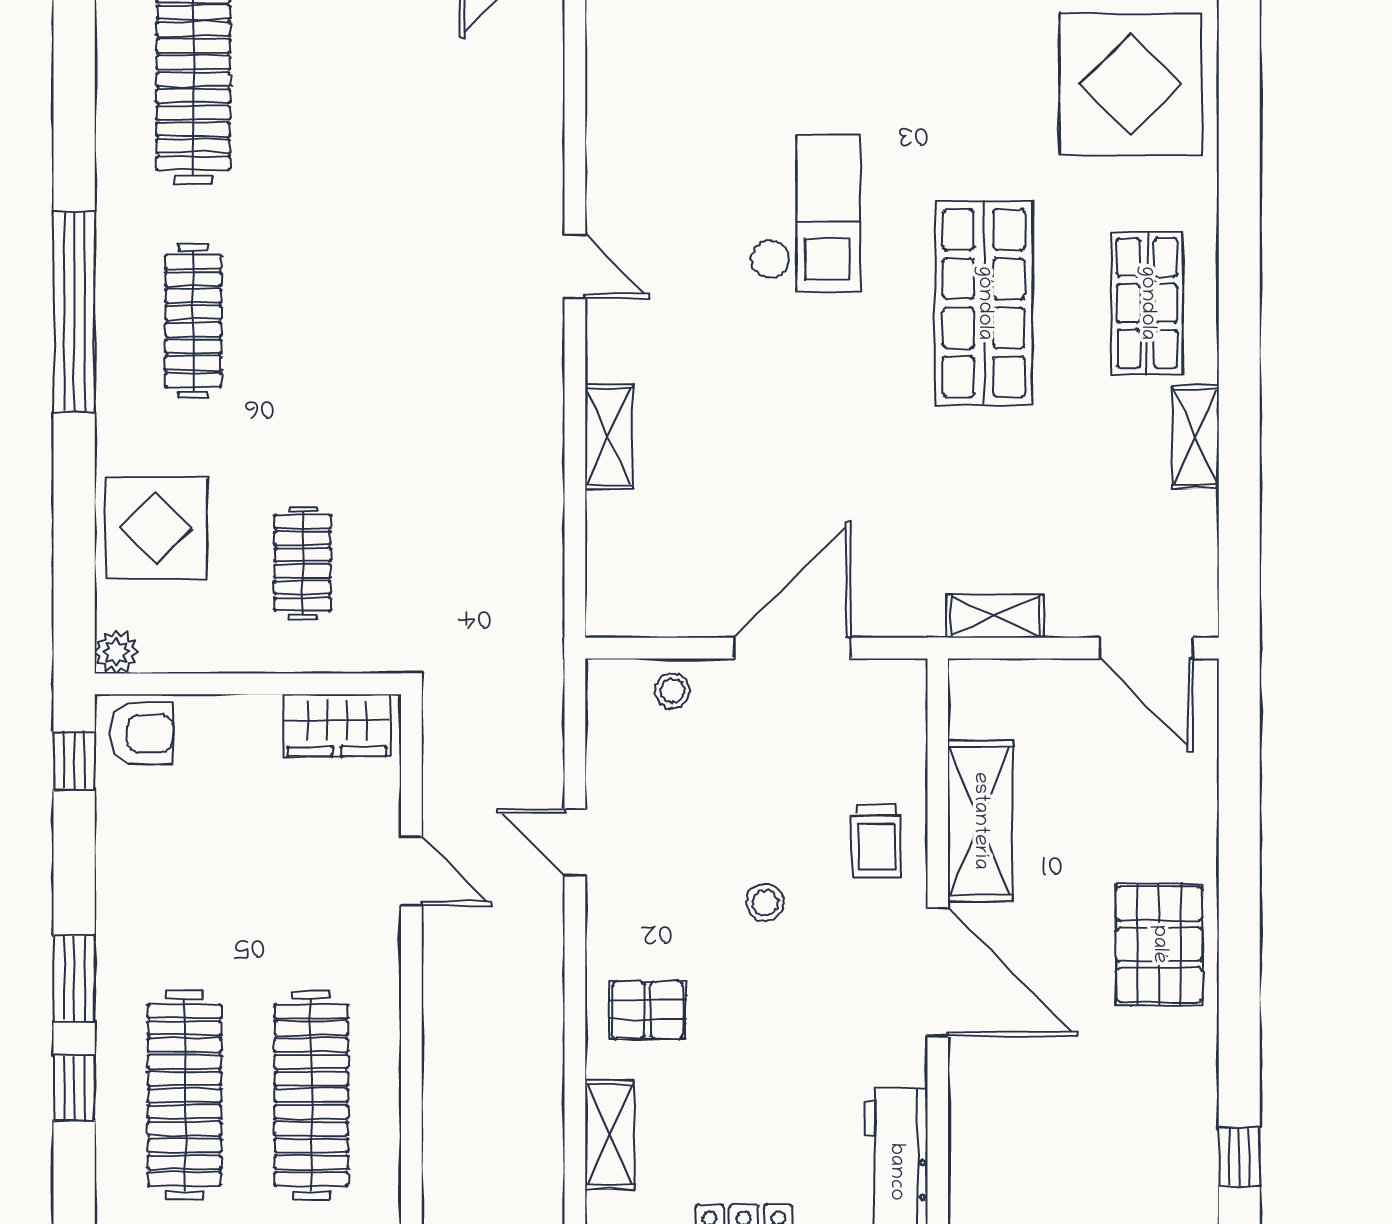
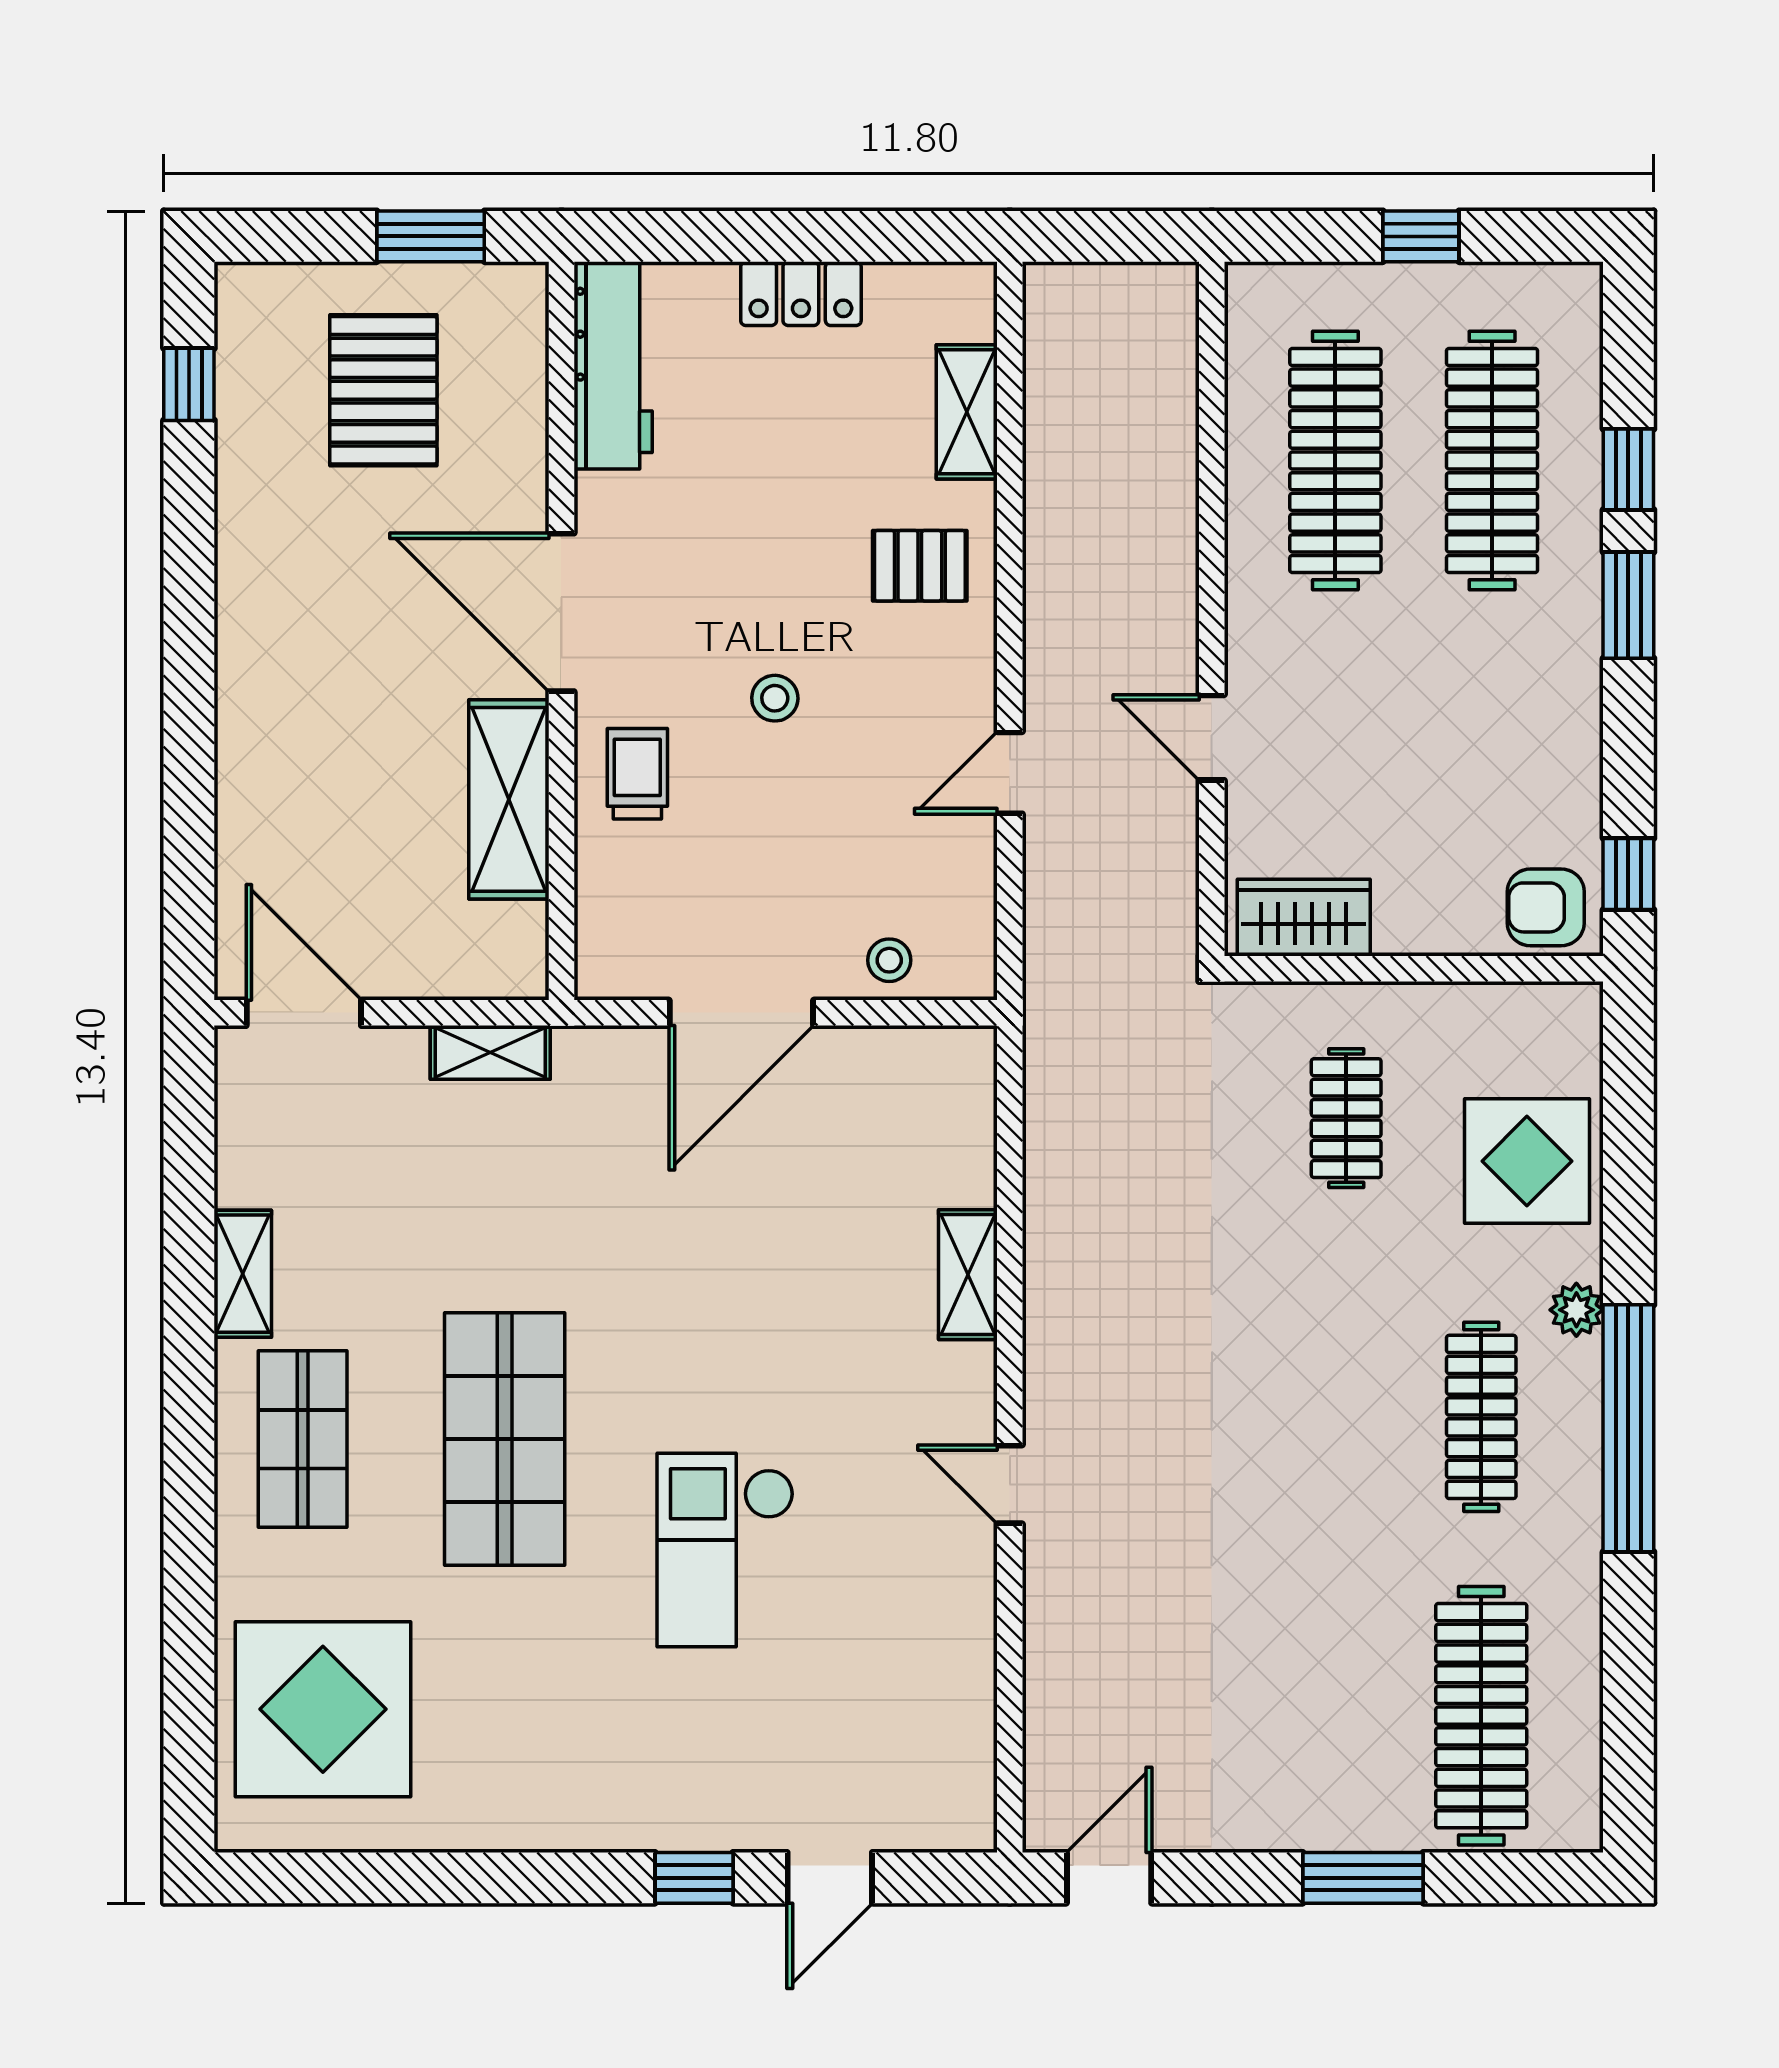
plant: (116, 652) -> (1576, 1310), moved
door: (575, 842) -> (1010, 773), swing flipped
pallet: (1159, 944) -> (383, 390), moved

